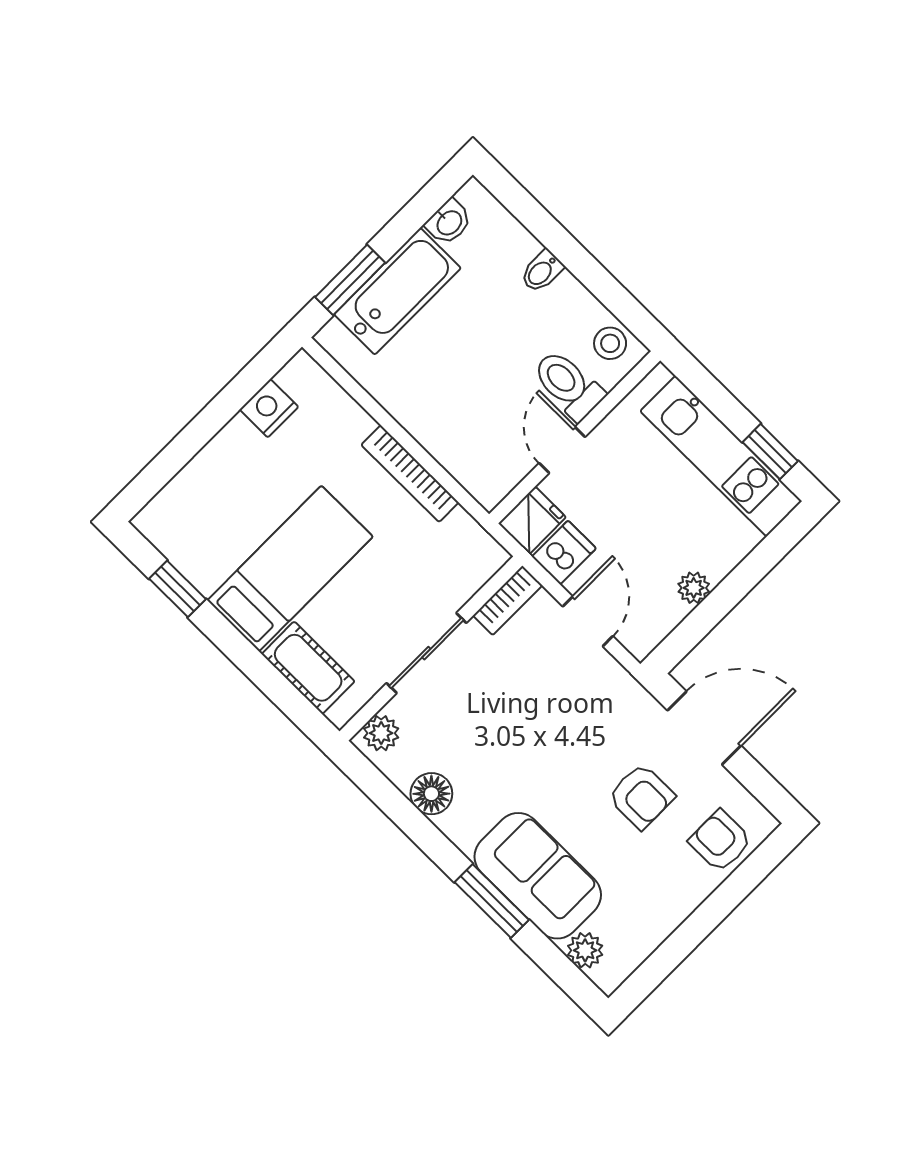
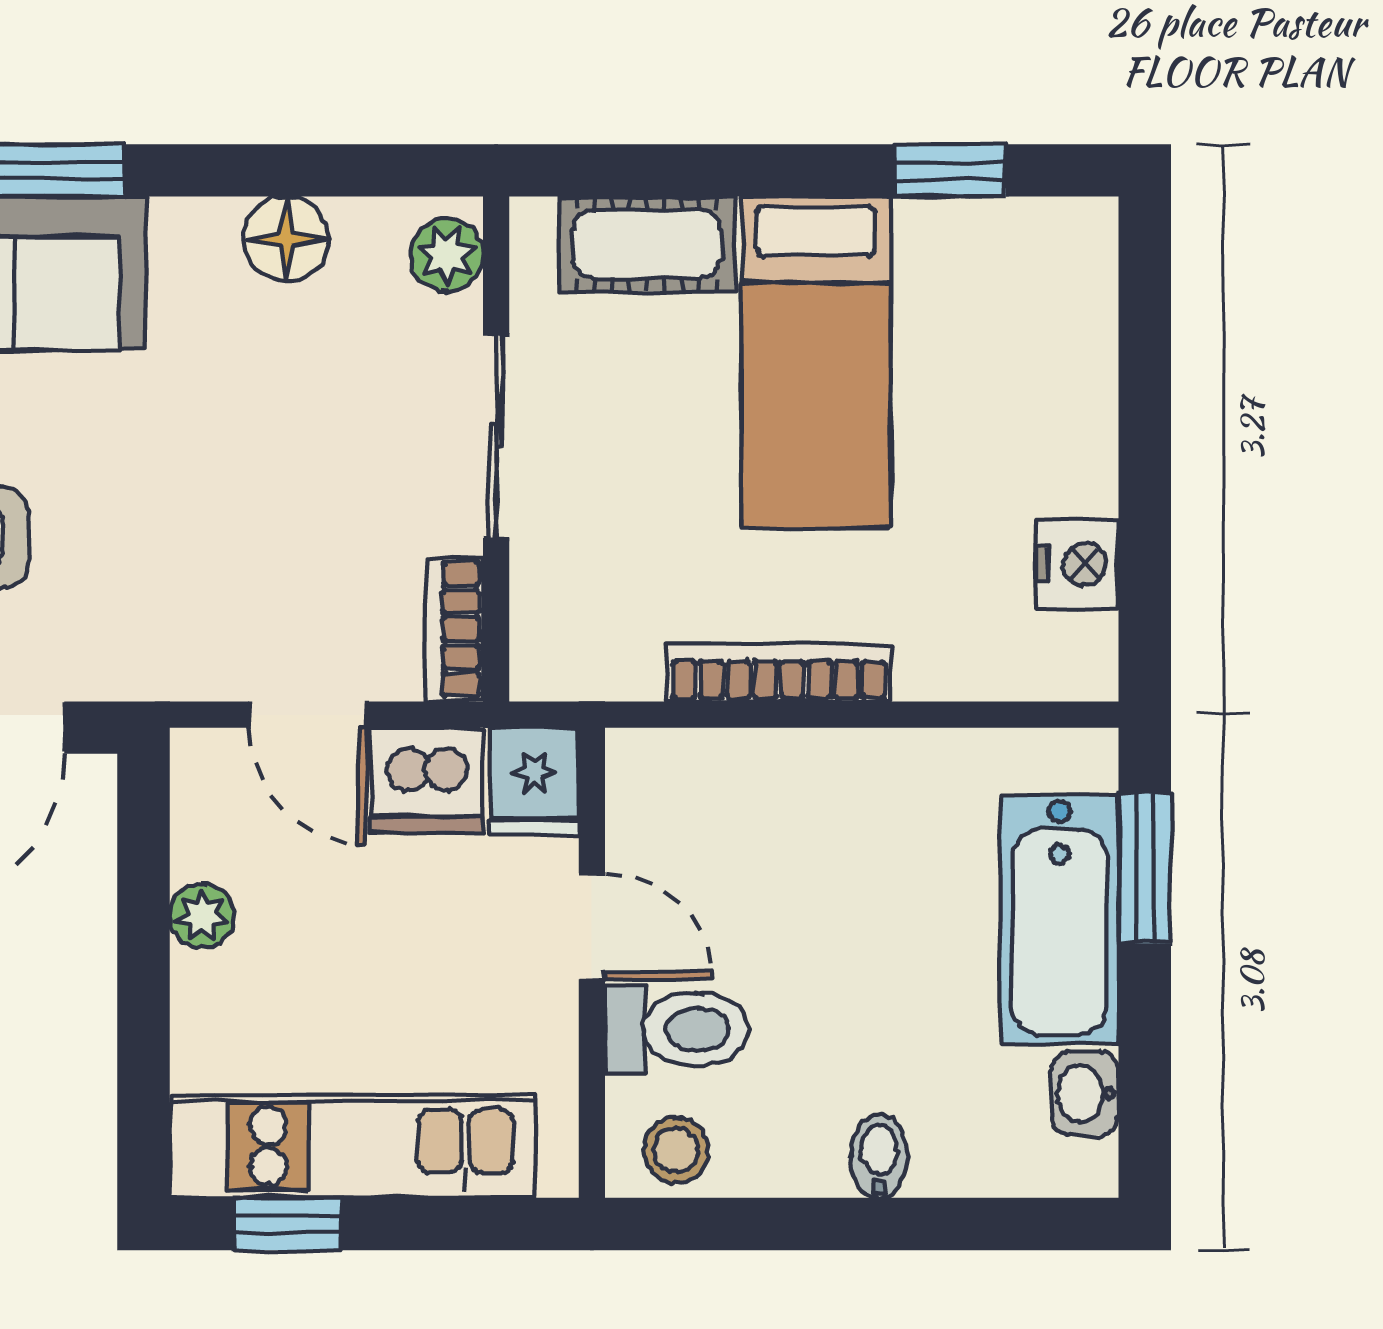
dishwasher: (564, 552) -> (426, 780), width x1.38

